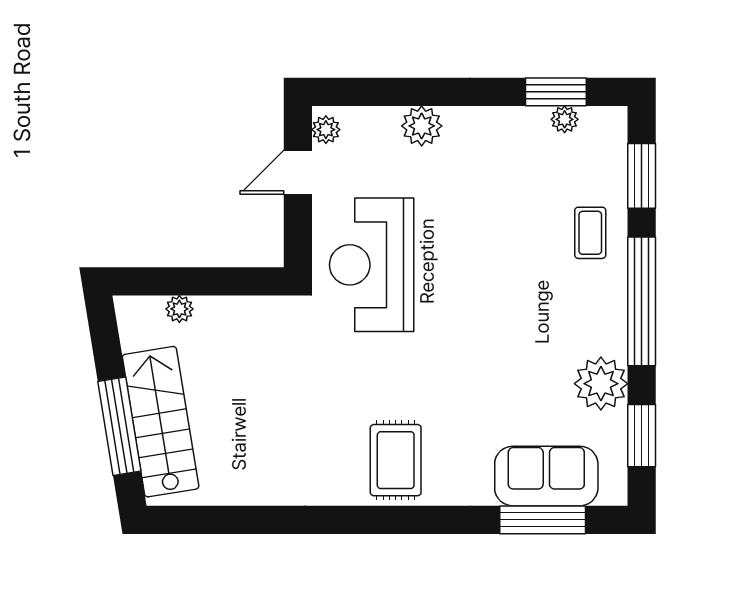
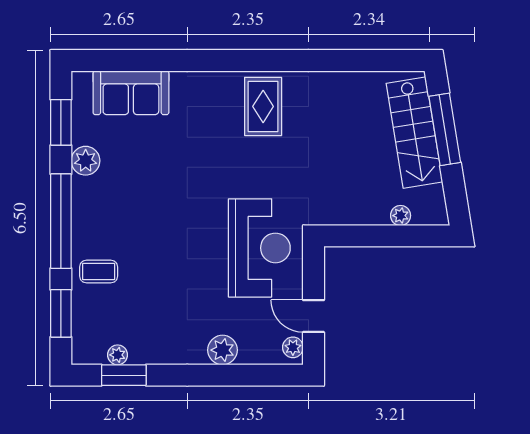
door: (298, 172) -> (314, 316), swing flipped
coffee table: (590, 233) -> (99, 272), turned 90
plant: (601, 384) -> (86, 161), width x0.73, depth x0.73
rug: (396, 460) -> (263, 106), moved
window: (543, 520) -> (134, 60), removed

